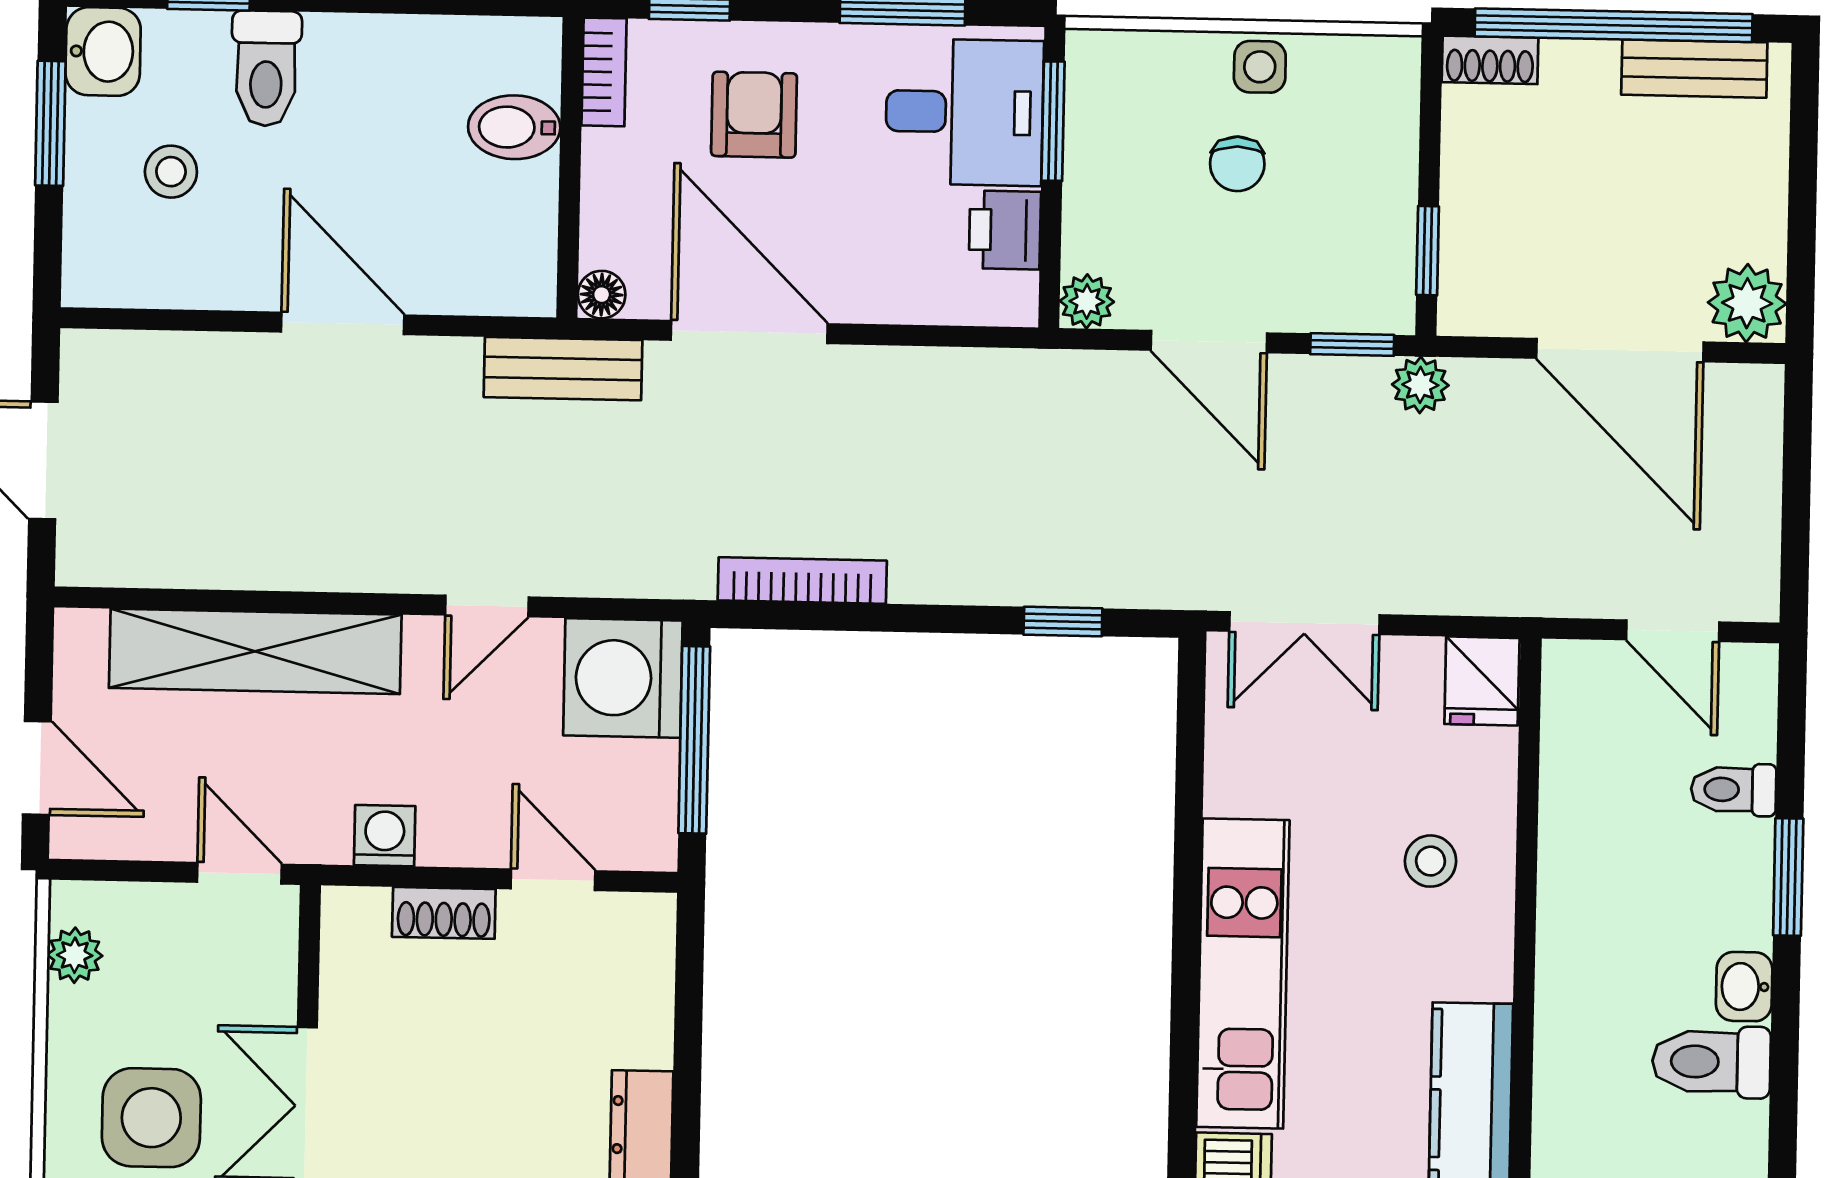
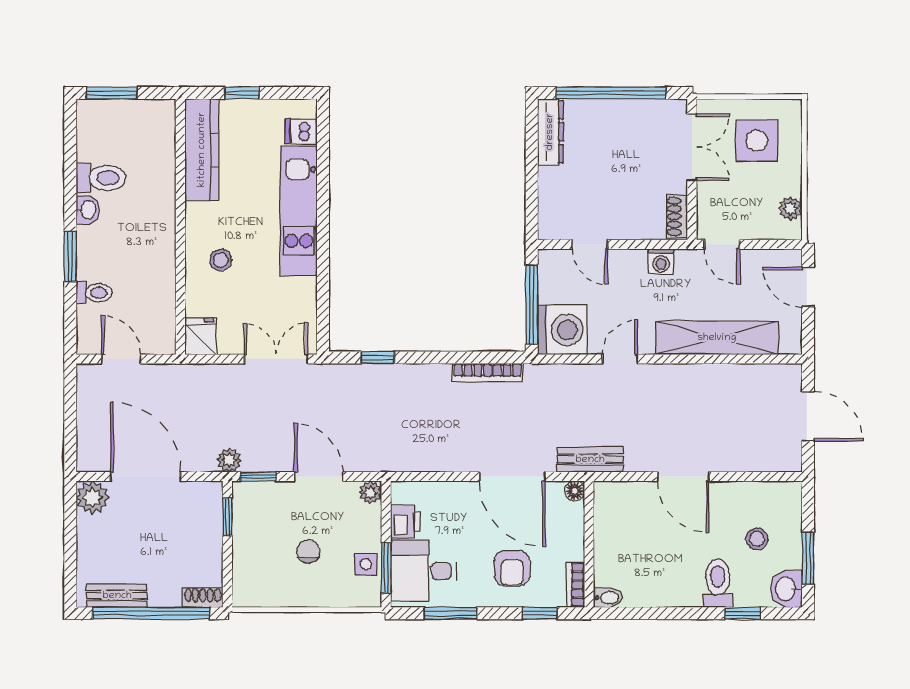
side table: (1260, 67) -> (366, 564), moved
bidet: (514, 127) -> (608, 598), moved, width x0.72, depth x0.74
shoe rack: (444, 913) -> (677, 216), moved, turned -90

